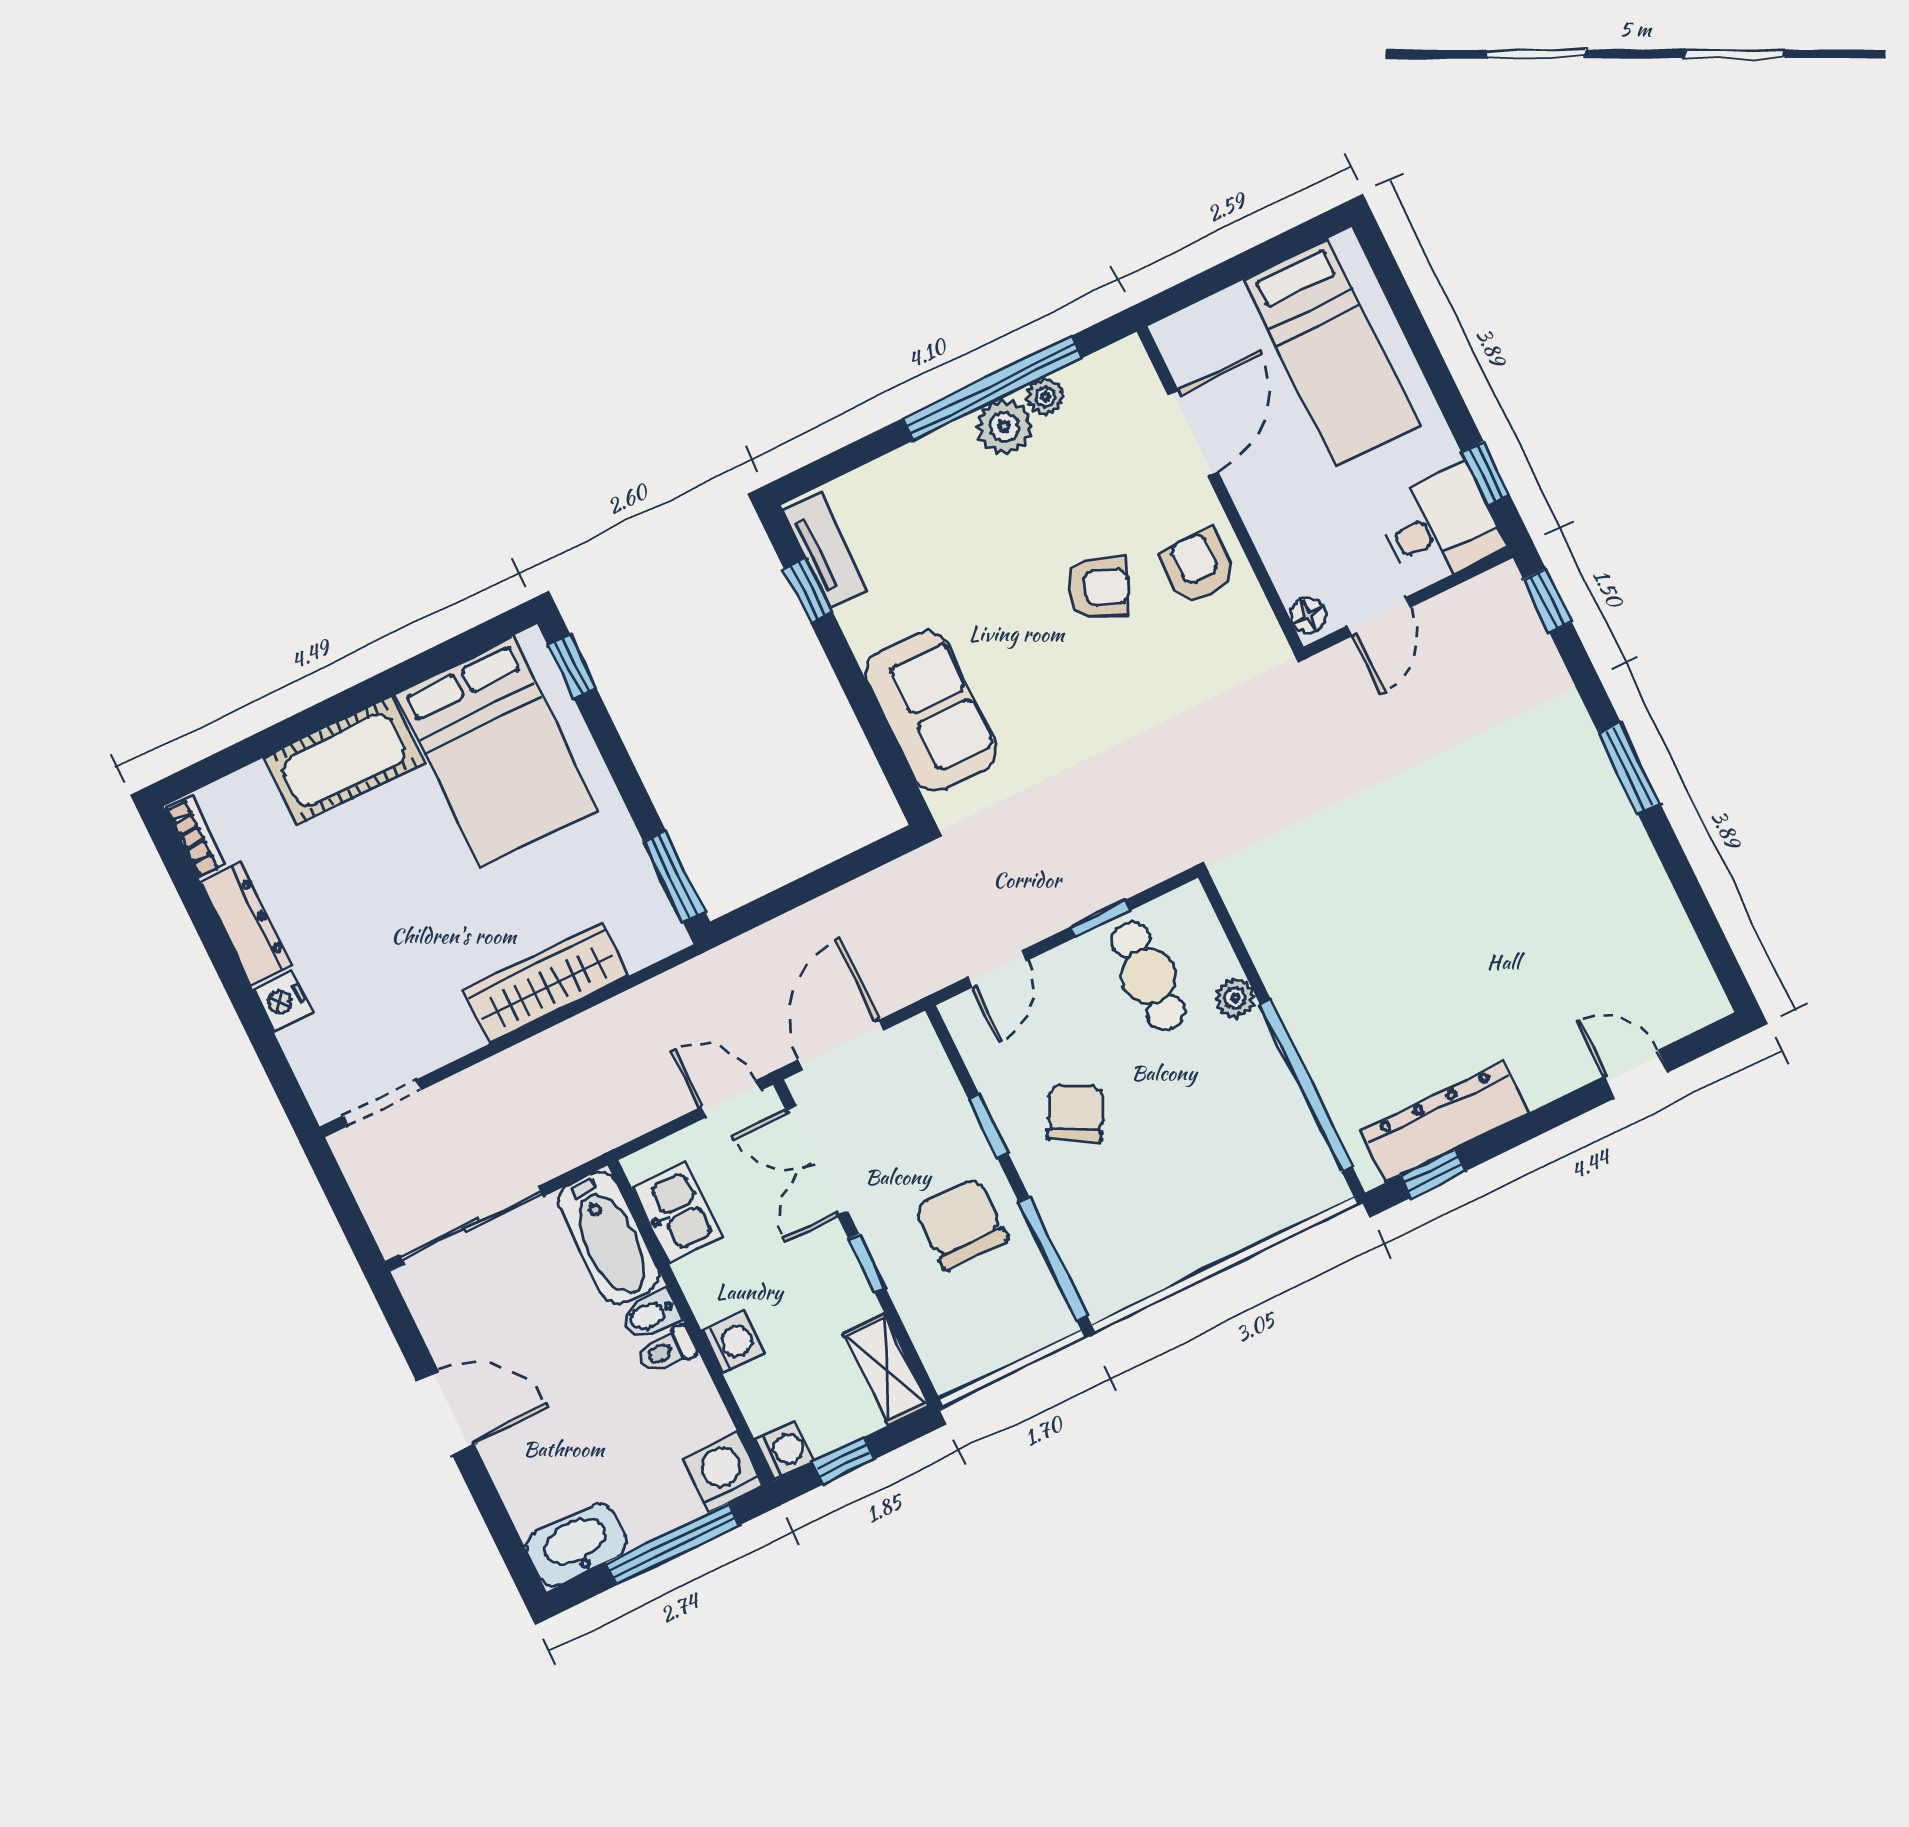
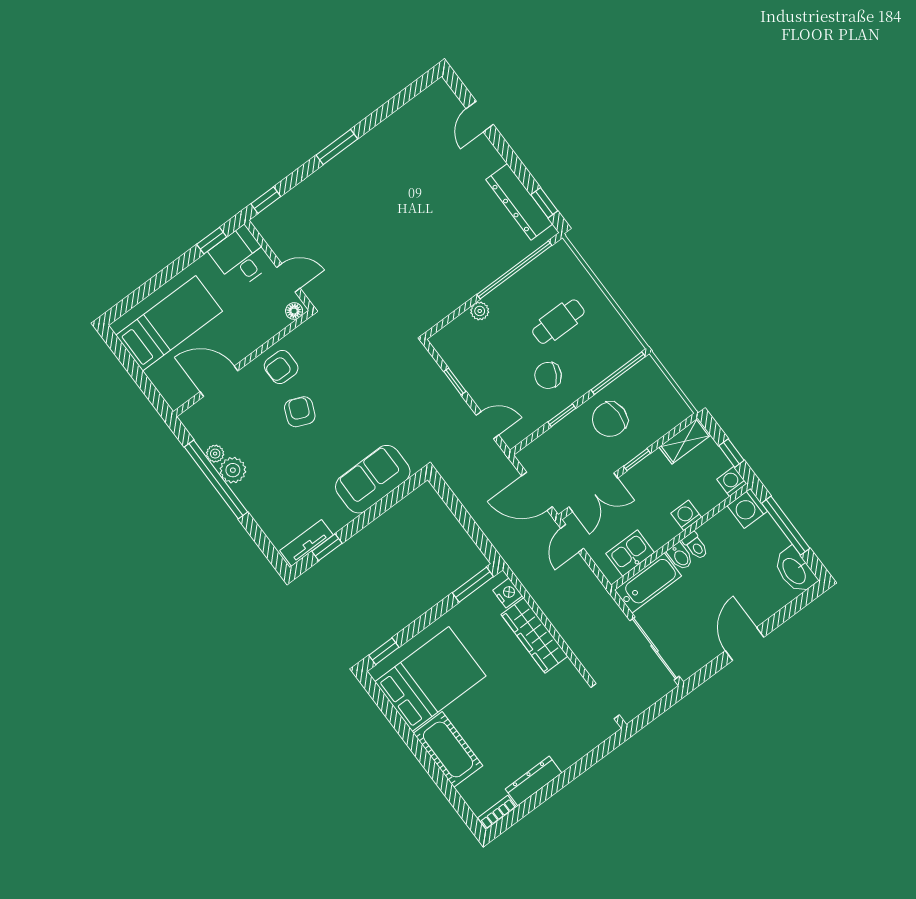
cafe table: (1148, 976) -> (558, 322), moved
nightstand: (282, 1001) -> (508, 593), moved, turned -90

